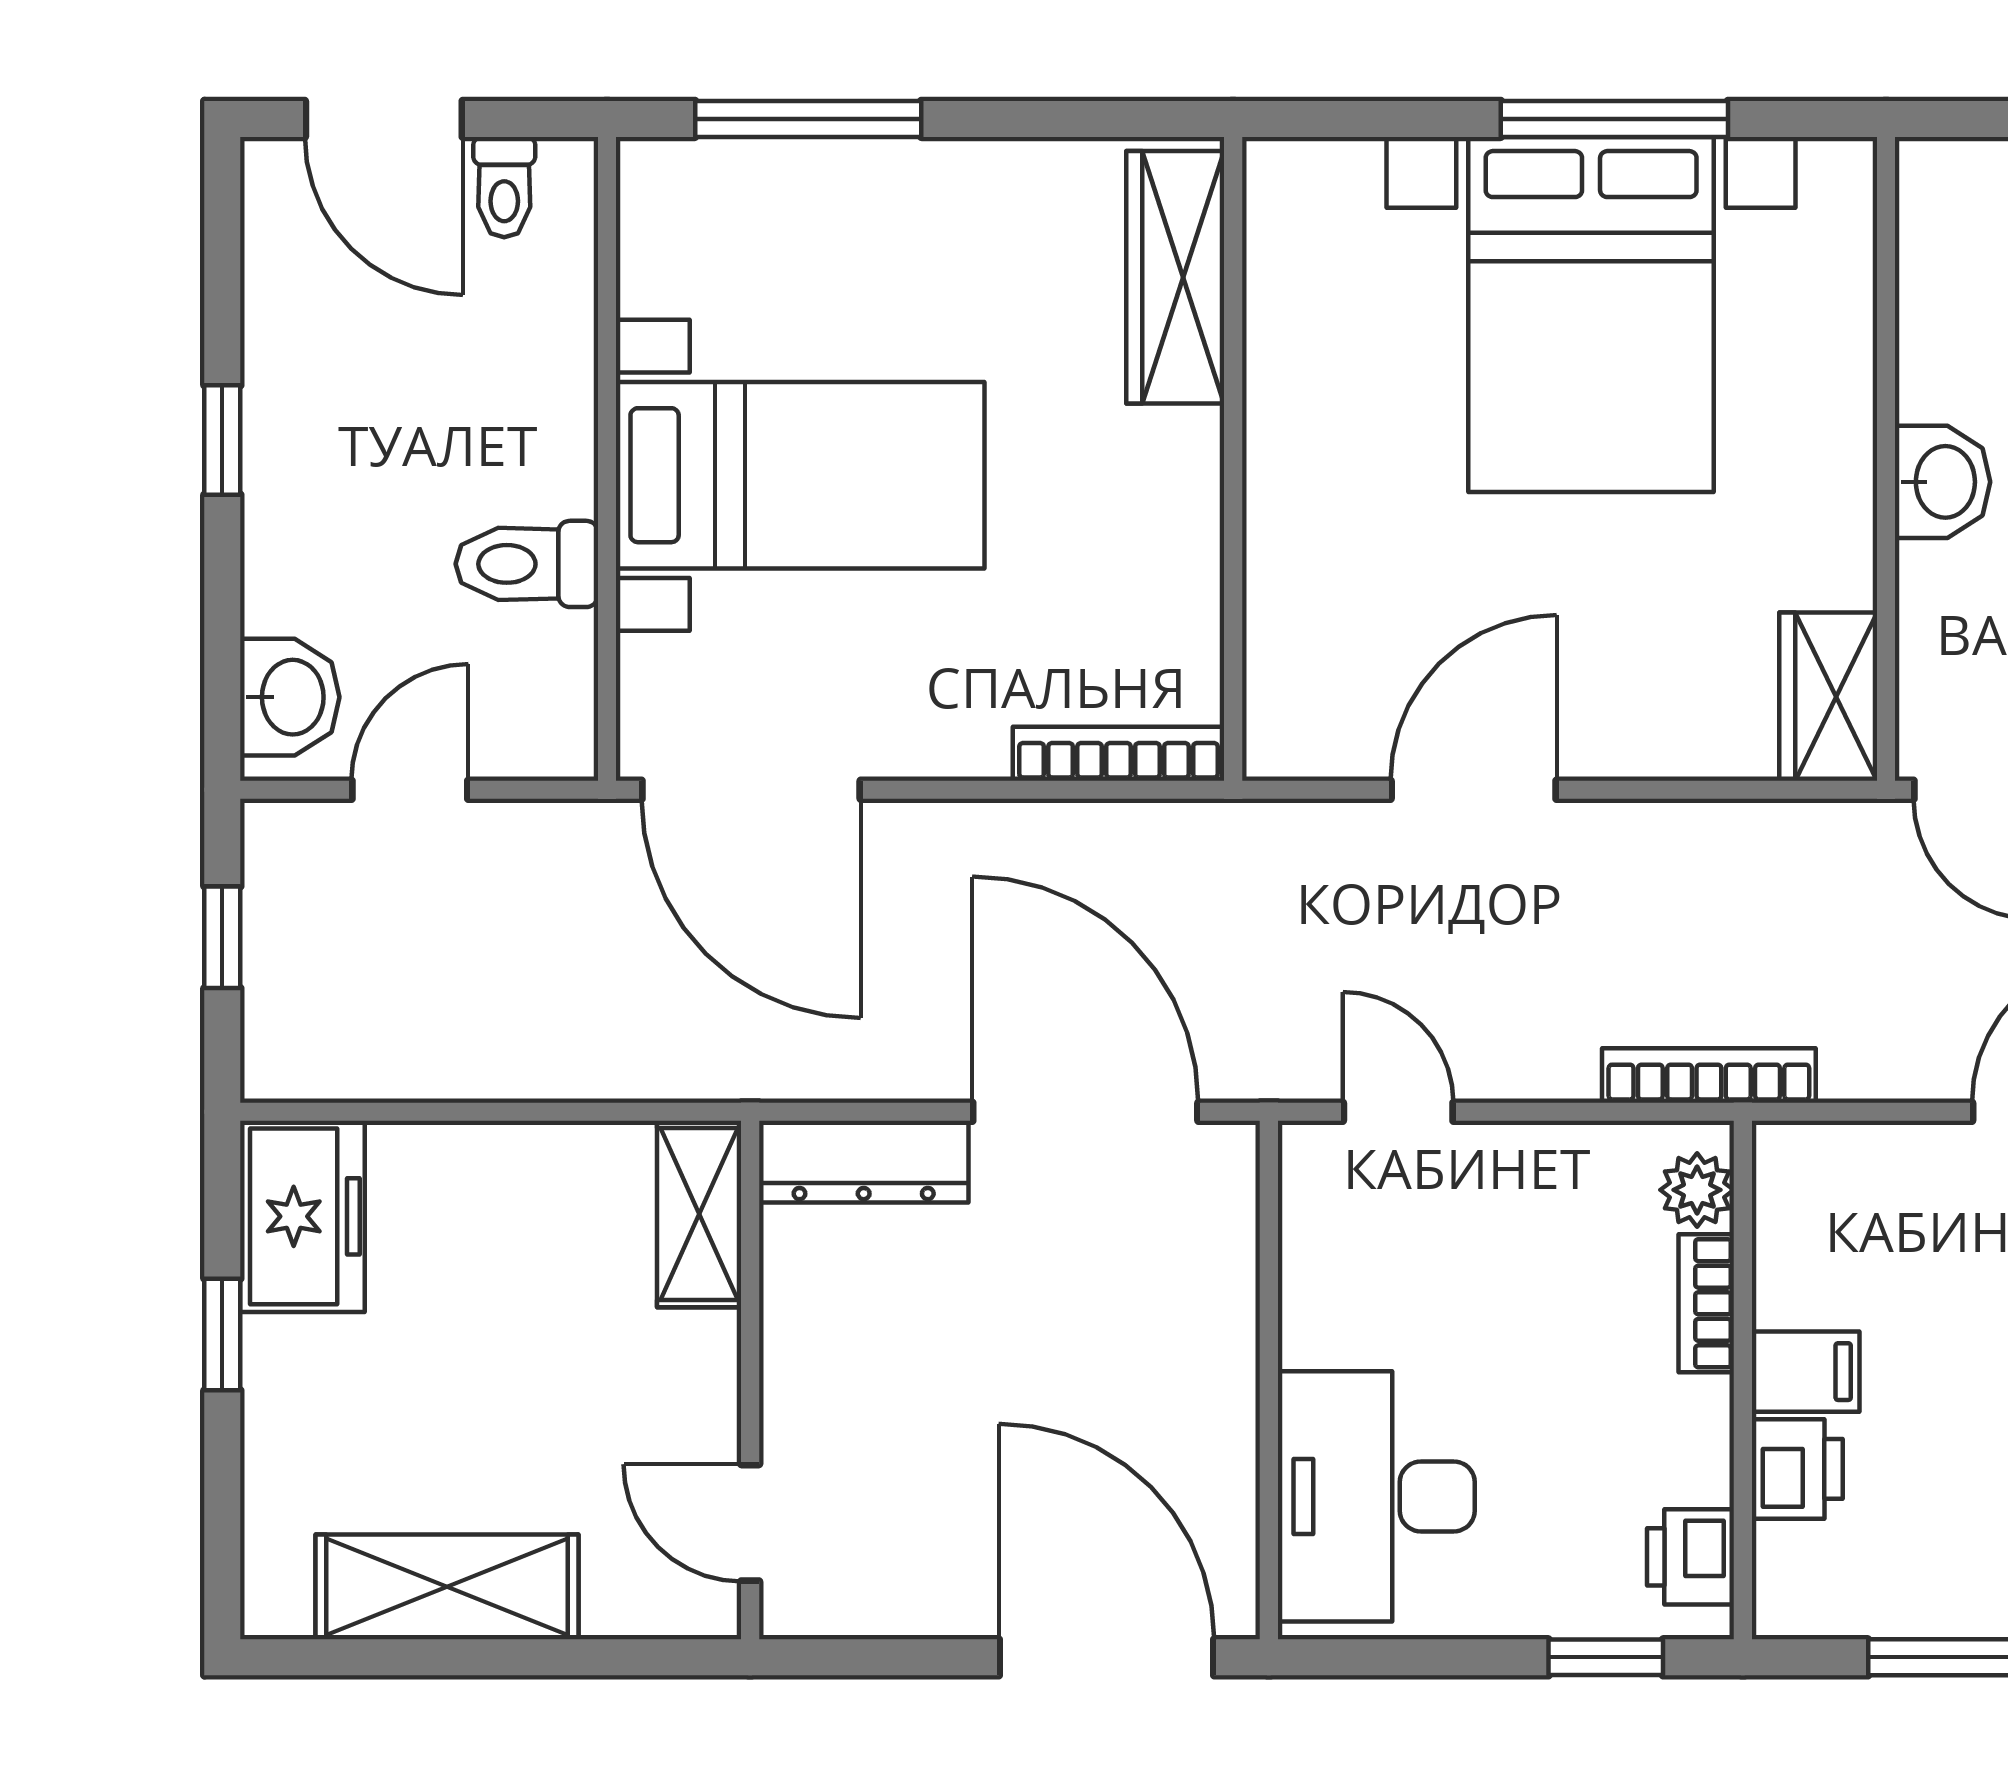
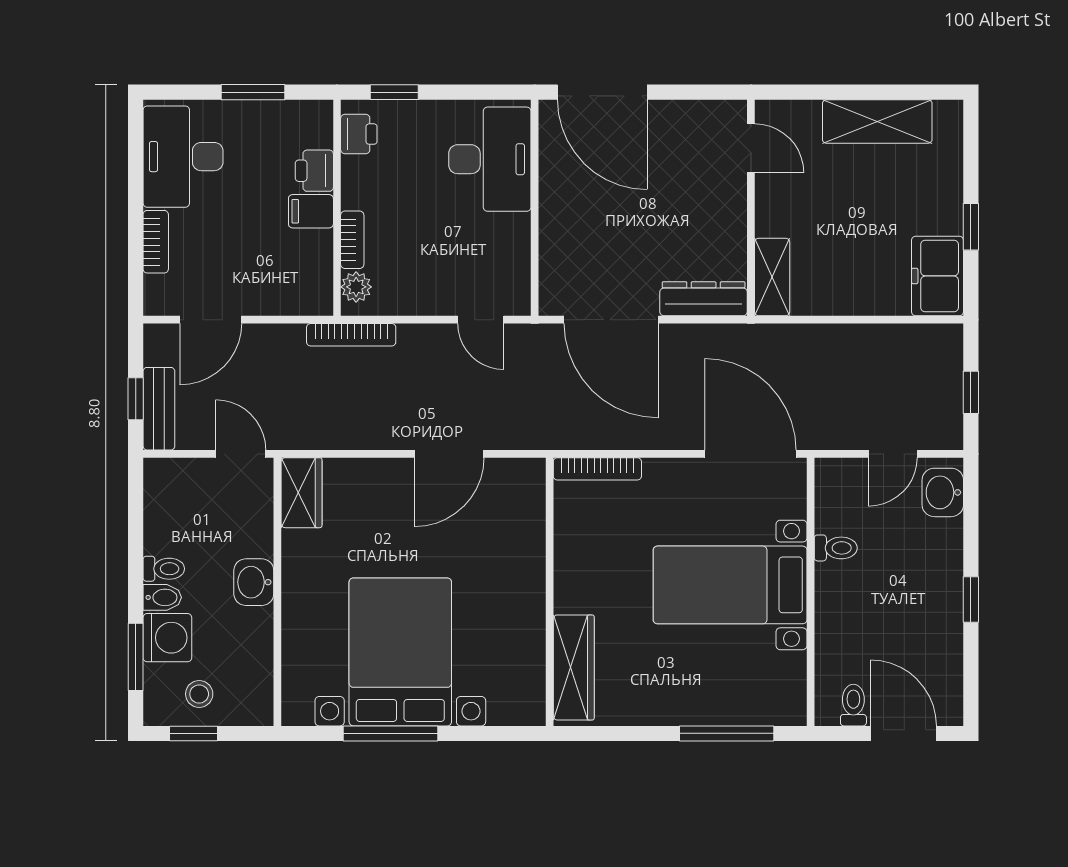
toilet: (527, 564) -> (836, 548), width x0.73, depth x0.72

